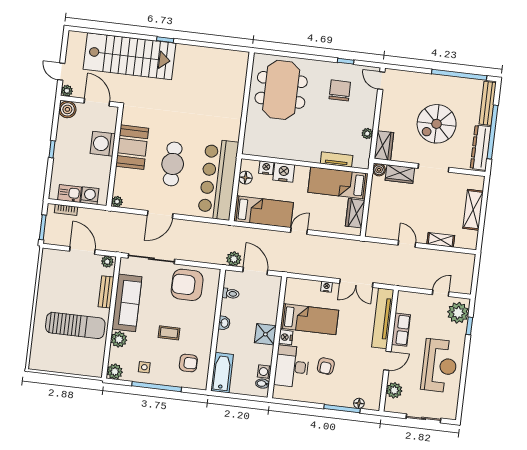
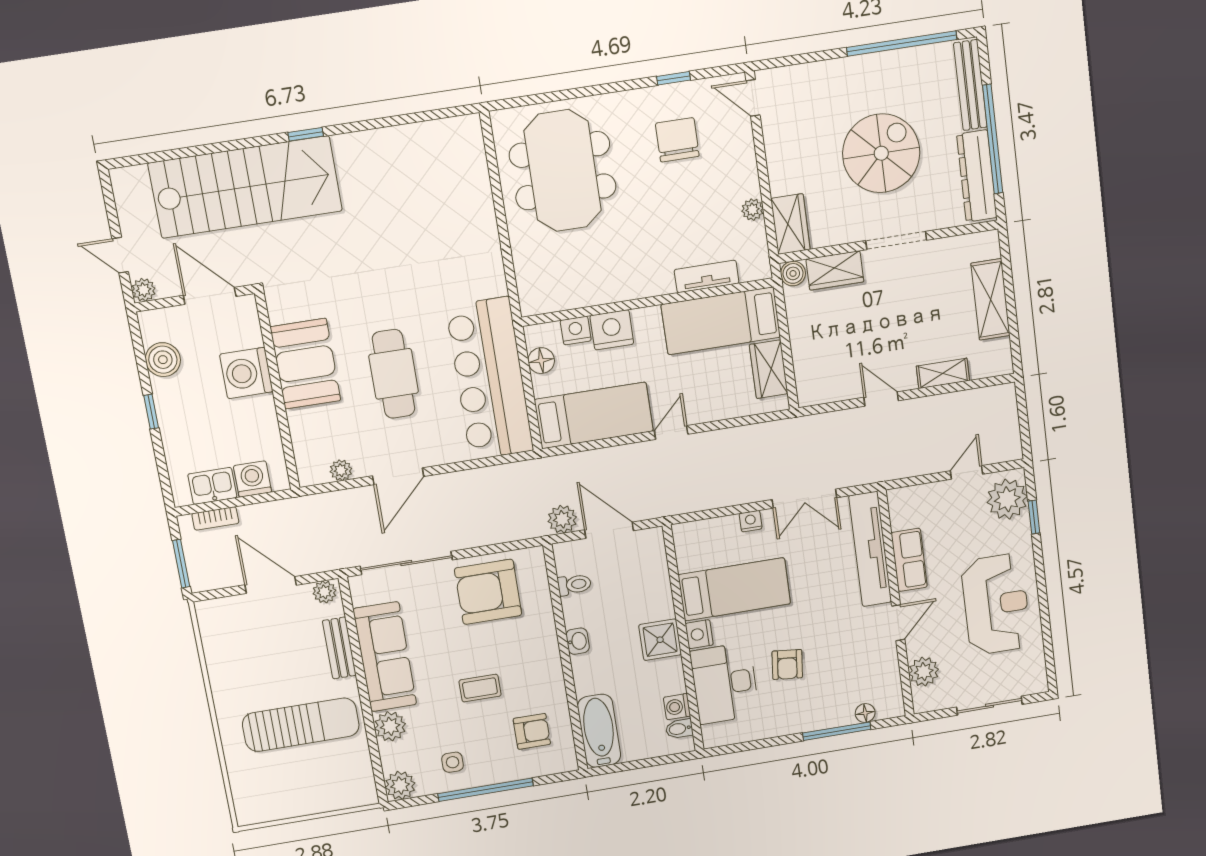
boiler: (67, 109) -> (163, 360), moved
spiral stairs: (437, 124) -> (881, 153), turned 180
plant: (117, 202) -> (341, 470), moved

